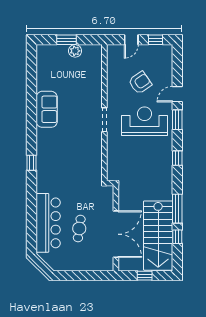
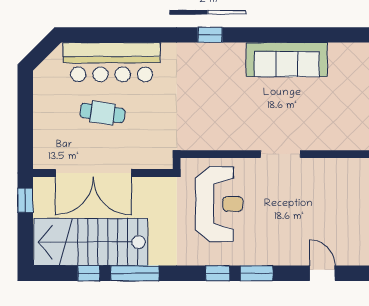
armchair: (140, 83) -> (341, 213), removed
sofa: (47, 109) -> (287, 60), width x1.36
window: (177, 120) -> (257, 273), moved
reception desk: (144, 121) -> (219, 204), moved
window: (145, 276) -> (25, 200), moved

